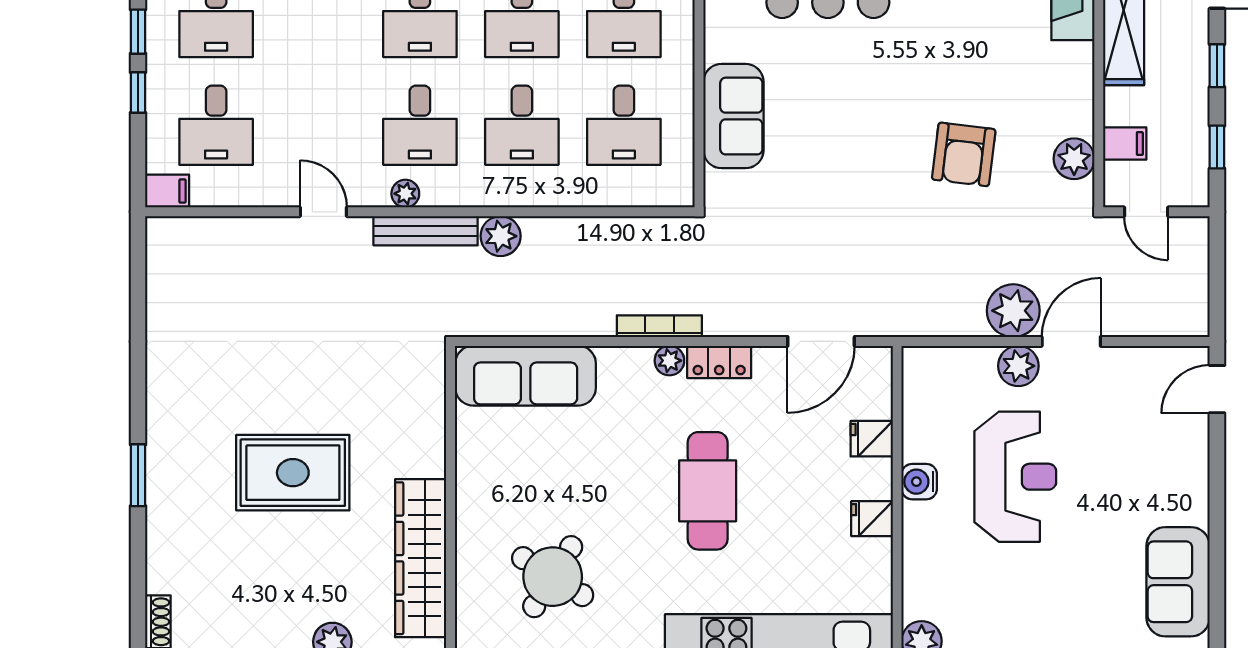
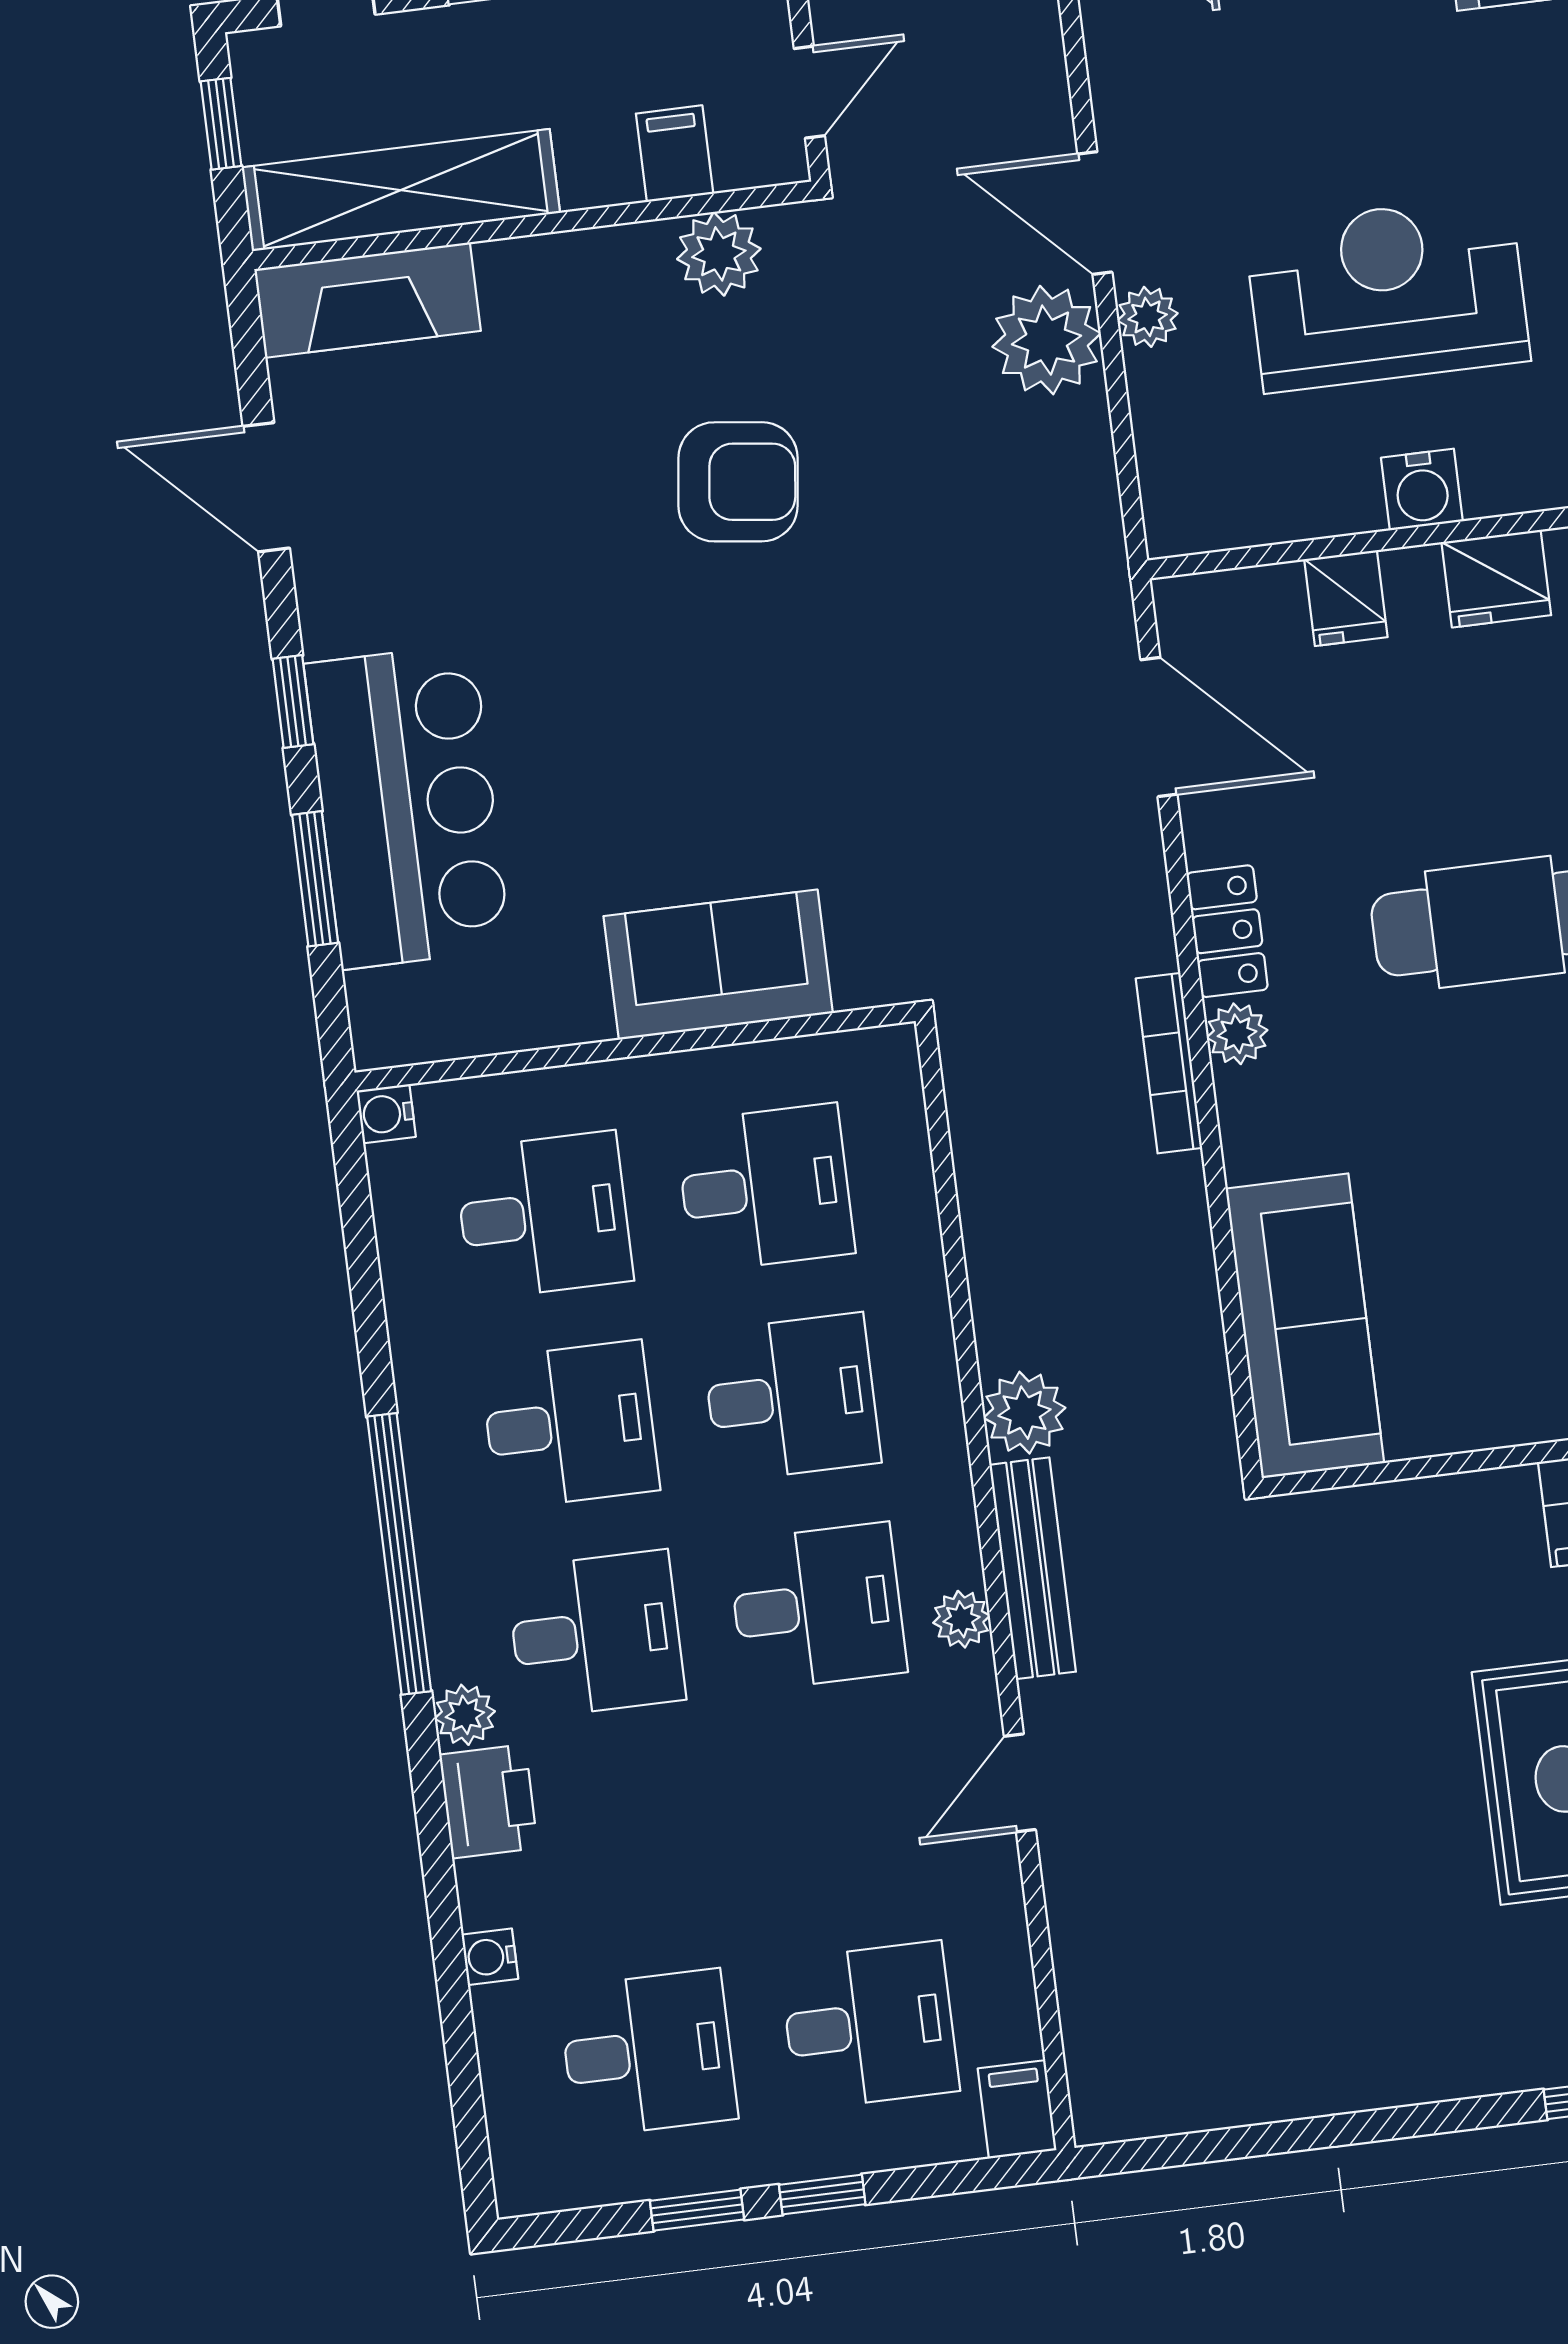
plant: (1018, 366) -> (1148, 317), width x0.73, depth x0.73
fridge: (872, 519) -> (1496, 579), width x1.38

